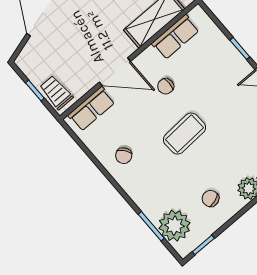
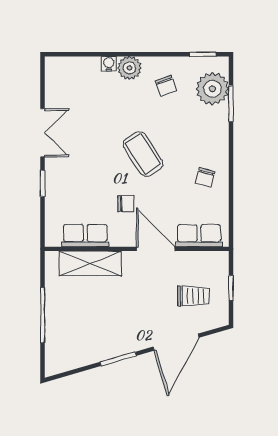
trolley: (56, 92) -> (193, 296), moved, turned -90
coffee table: (184, 134) -> (143, 154), turned 60
chair: (124, 156) -> (205, 177), turned 144

